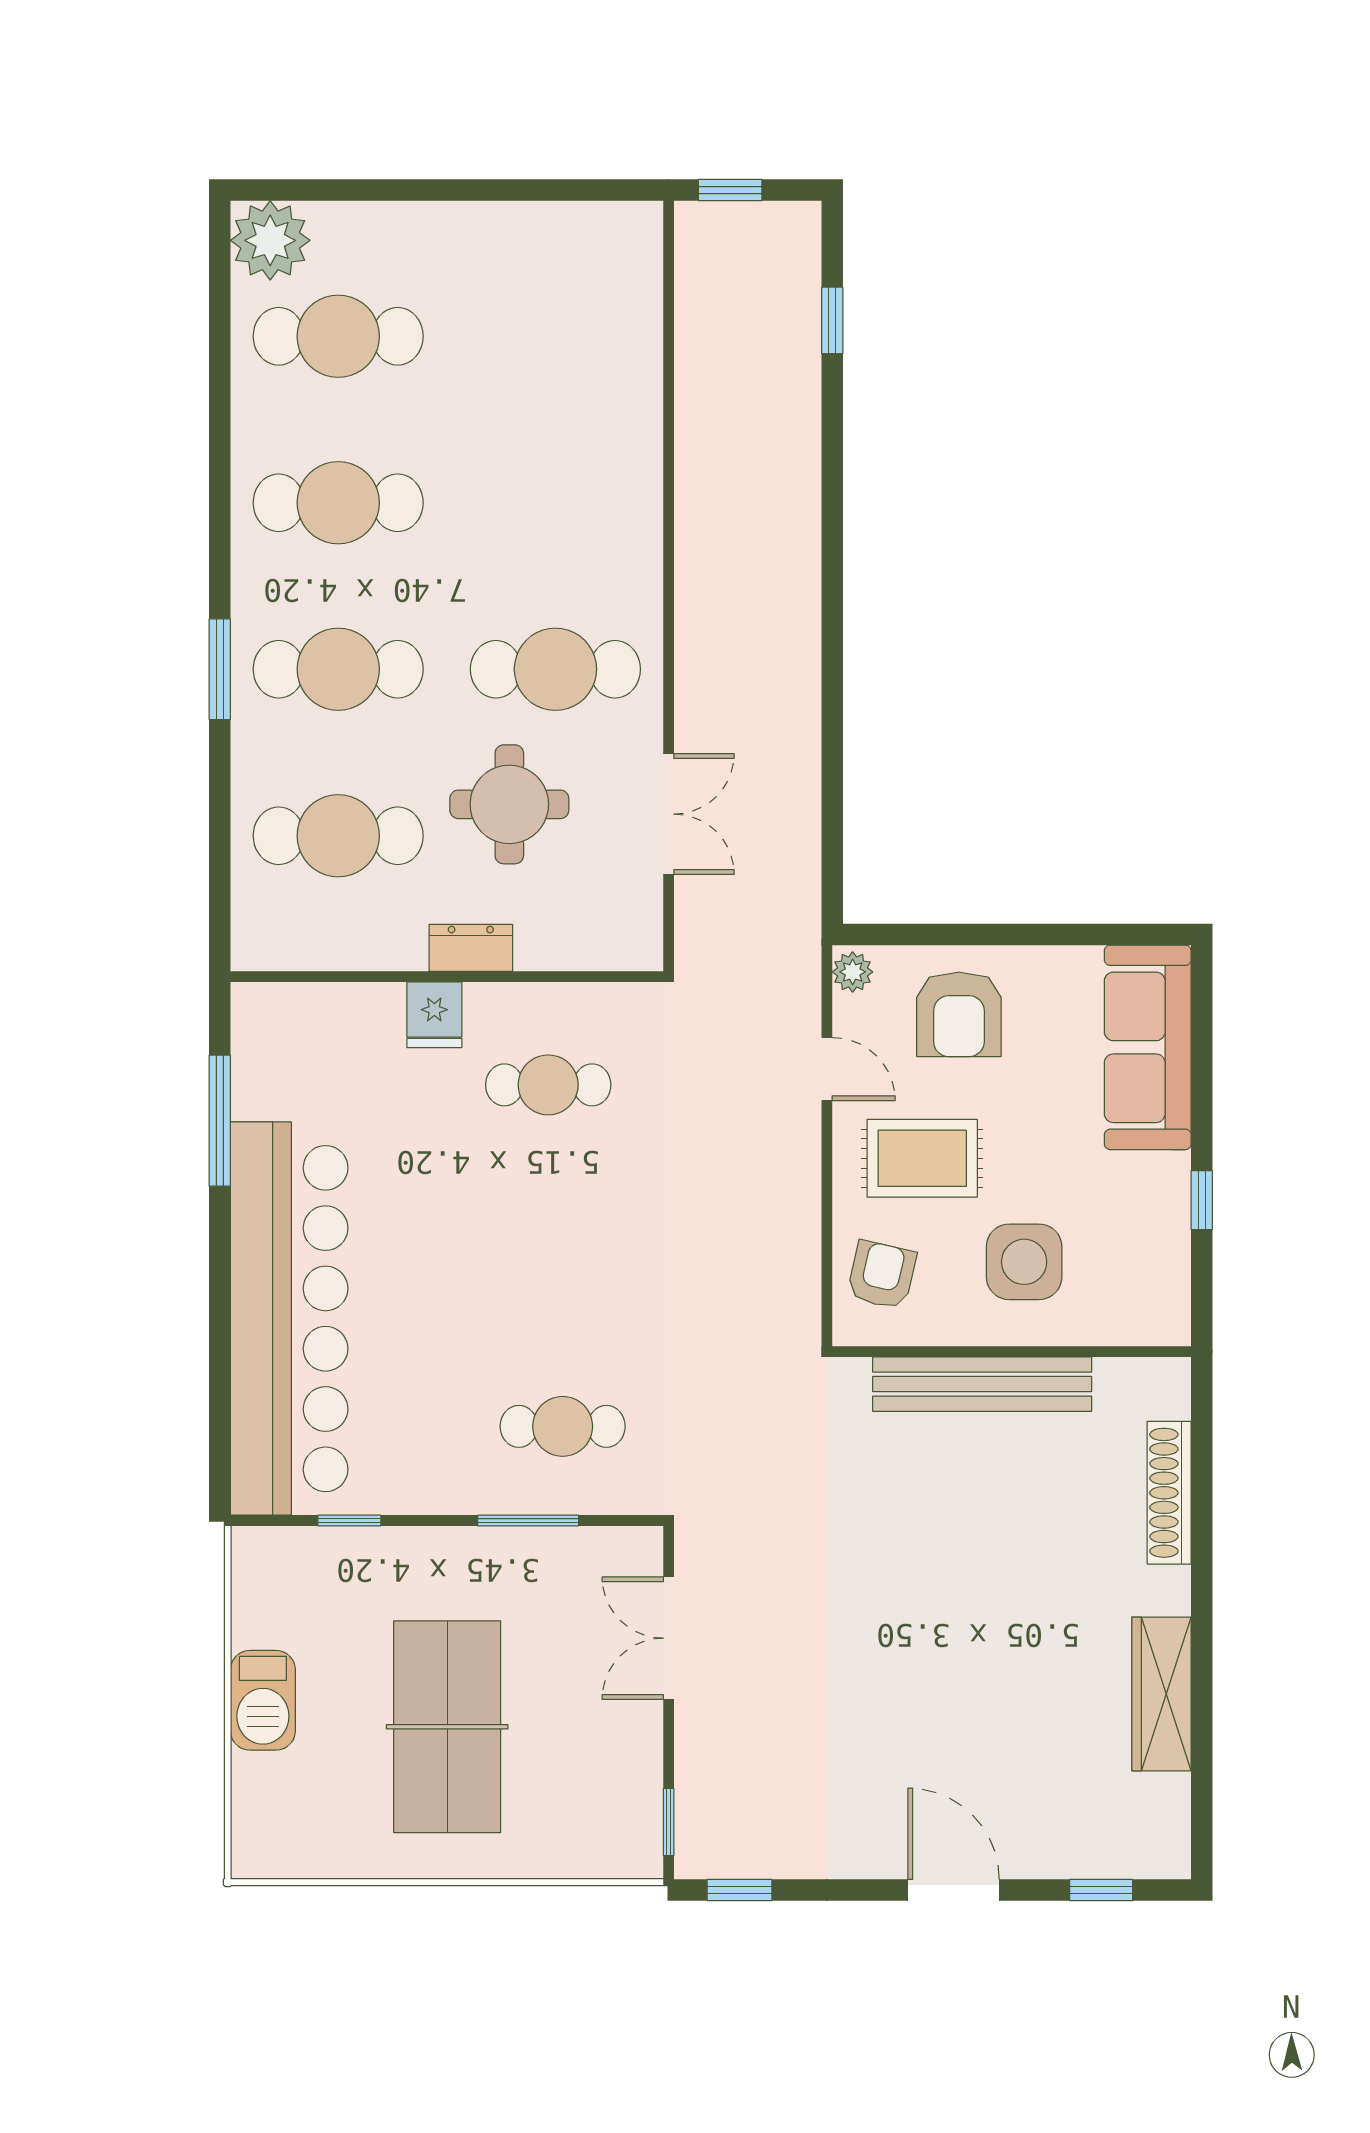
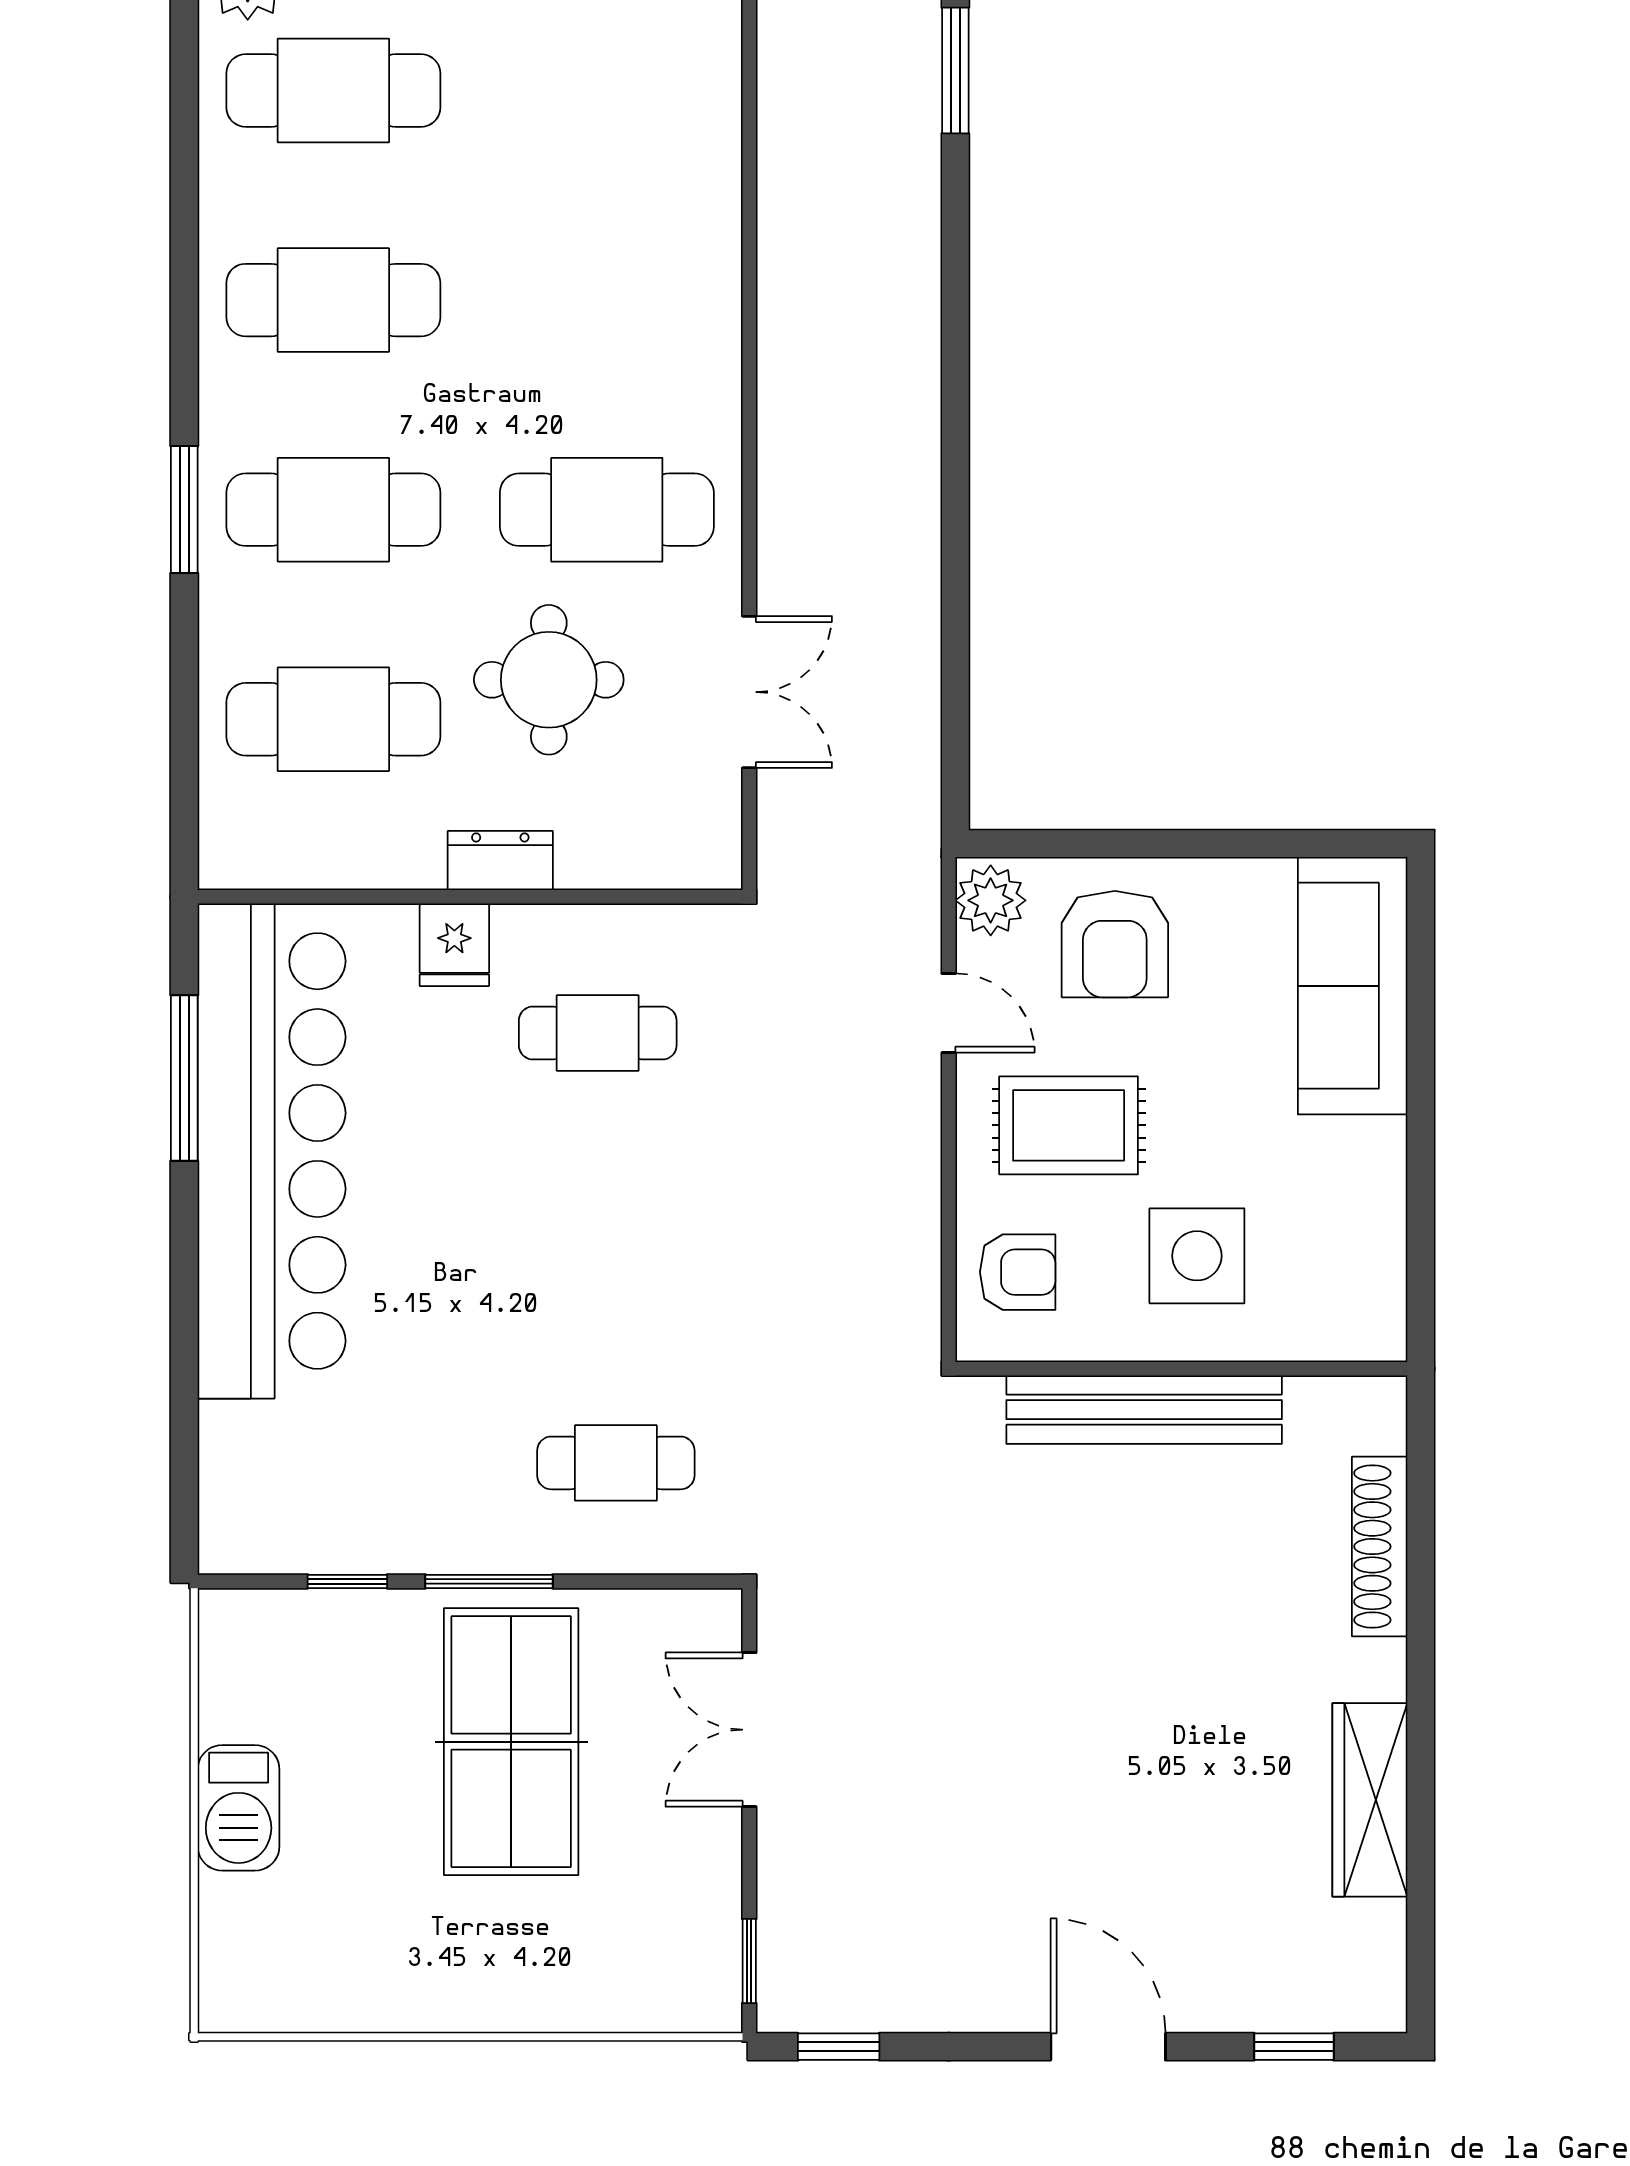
window: (832, 320) -> (955, 71), width x1.50
plant: (853, 972) -> (991, 900), width x1.38, depth x1.38
window: (1202, 1200) -> (1421, 1178), removed
armchair: (882, 1275) -> (1018, 1272), turned 77
bar counter: (289, 1319) -> (272, 1151), moved
window: (528, 1520) -> (489, 1581), moved
table tennis table: (447, 1727) -> (511, 1742), moved

